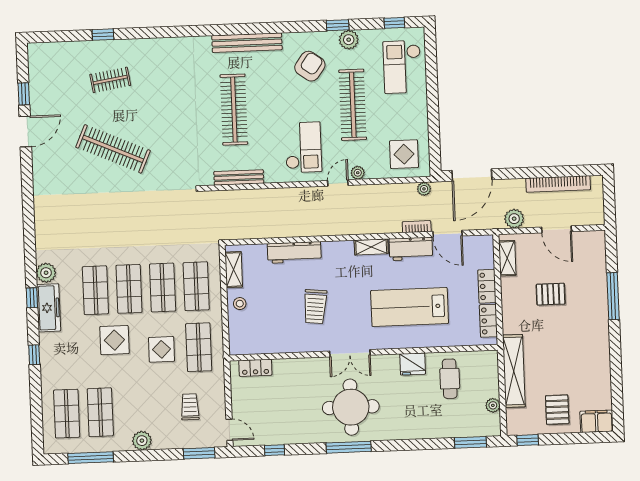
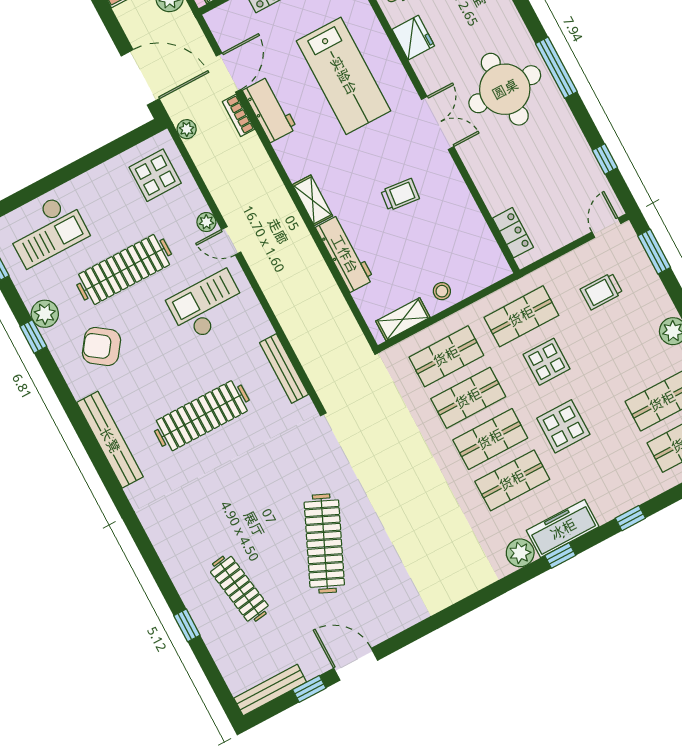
bench: (35, 68) -> (270, 690), added
clothes rail: (110, 80) -> (239, 589), width x1.36
shelving: (371, 247) -> (313, 200), moved
trolley: (315, 307) -> (400, 195), width x0.73, depth x0.72

